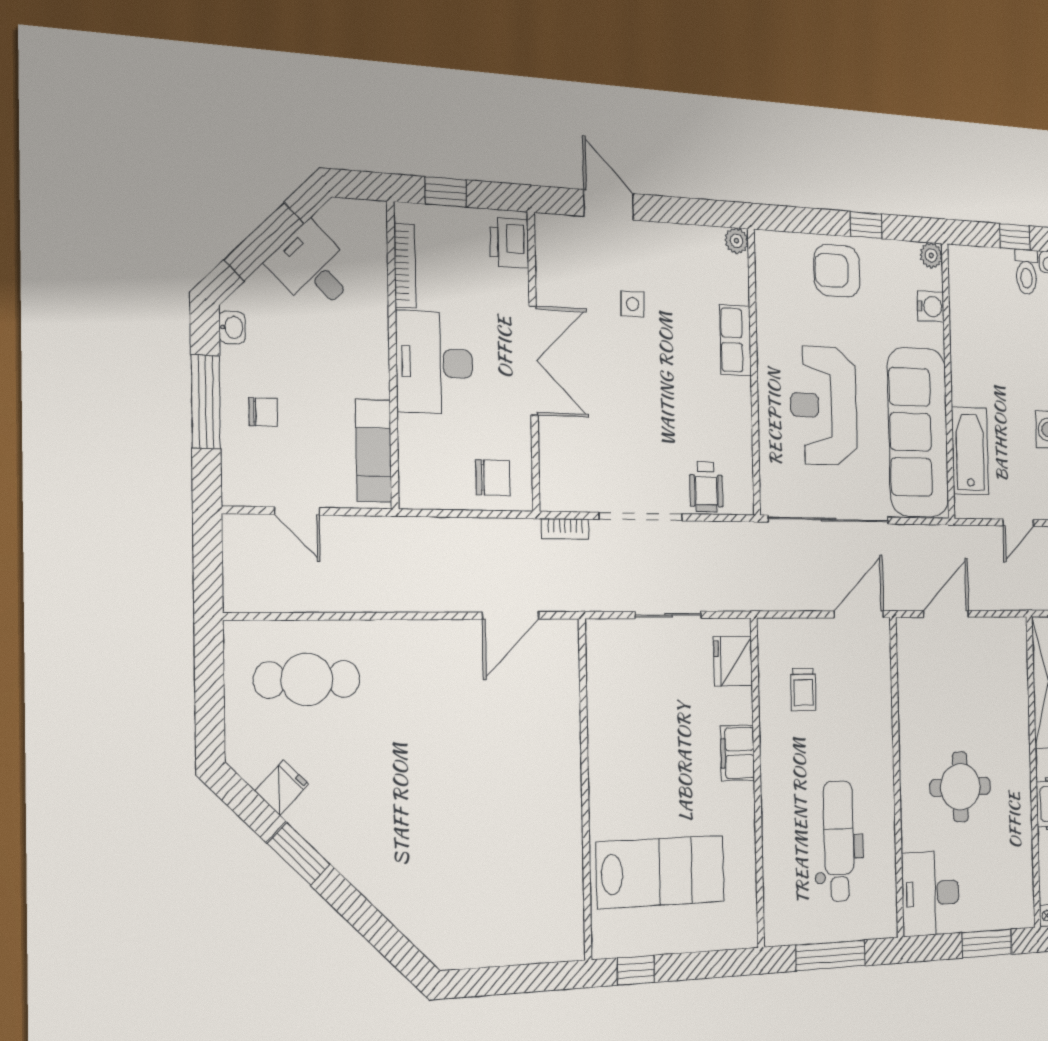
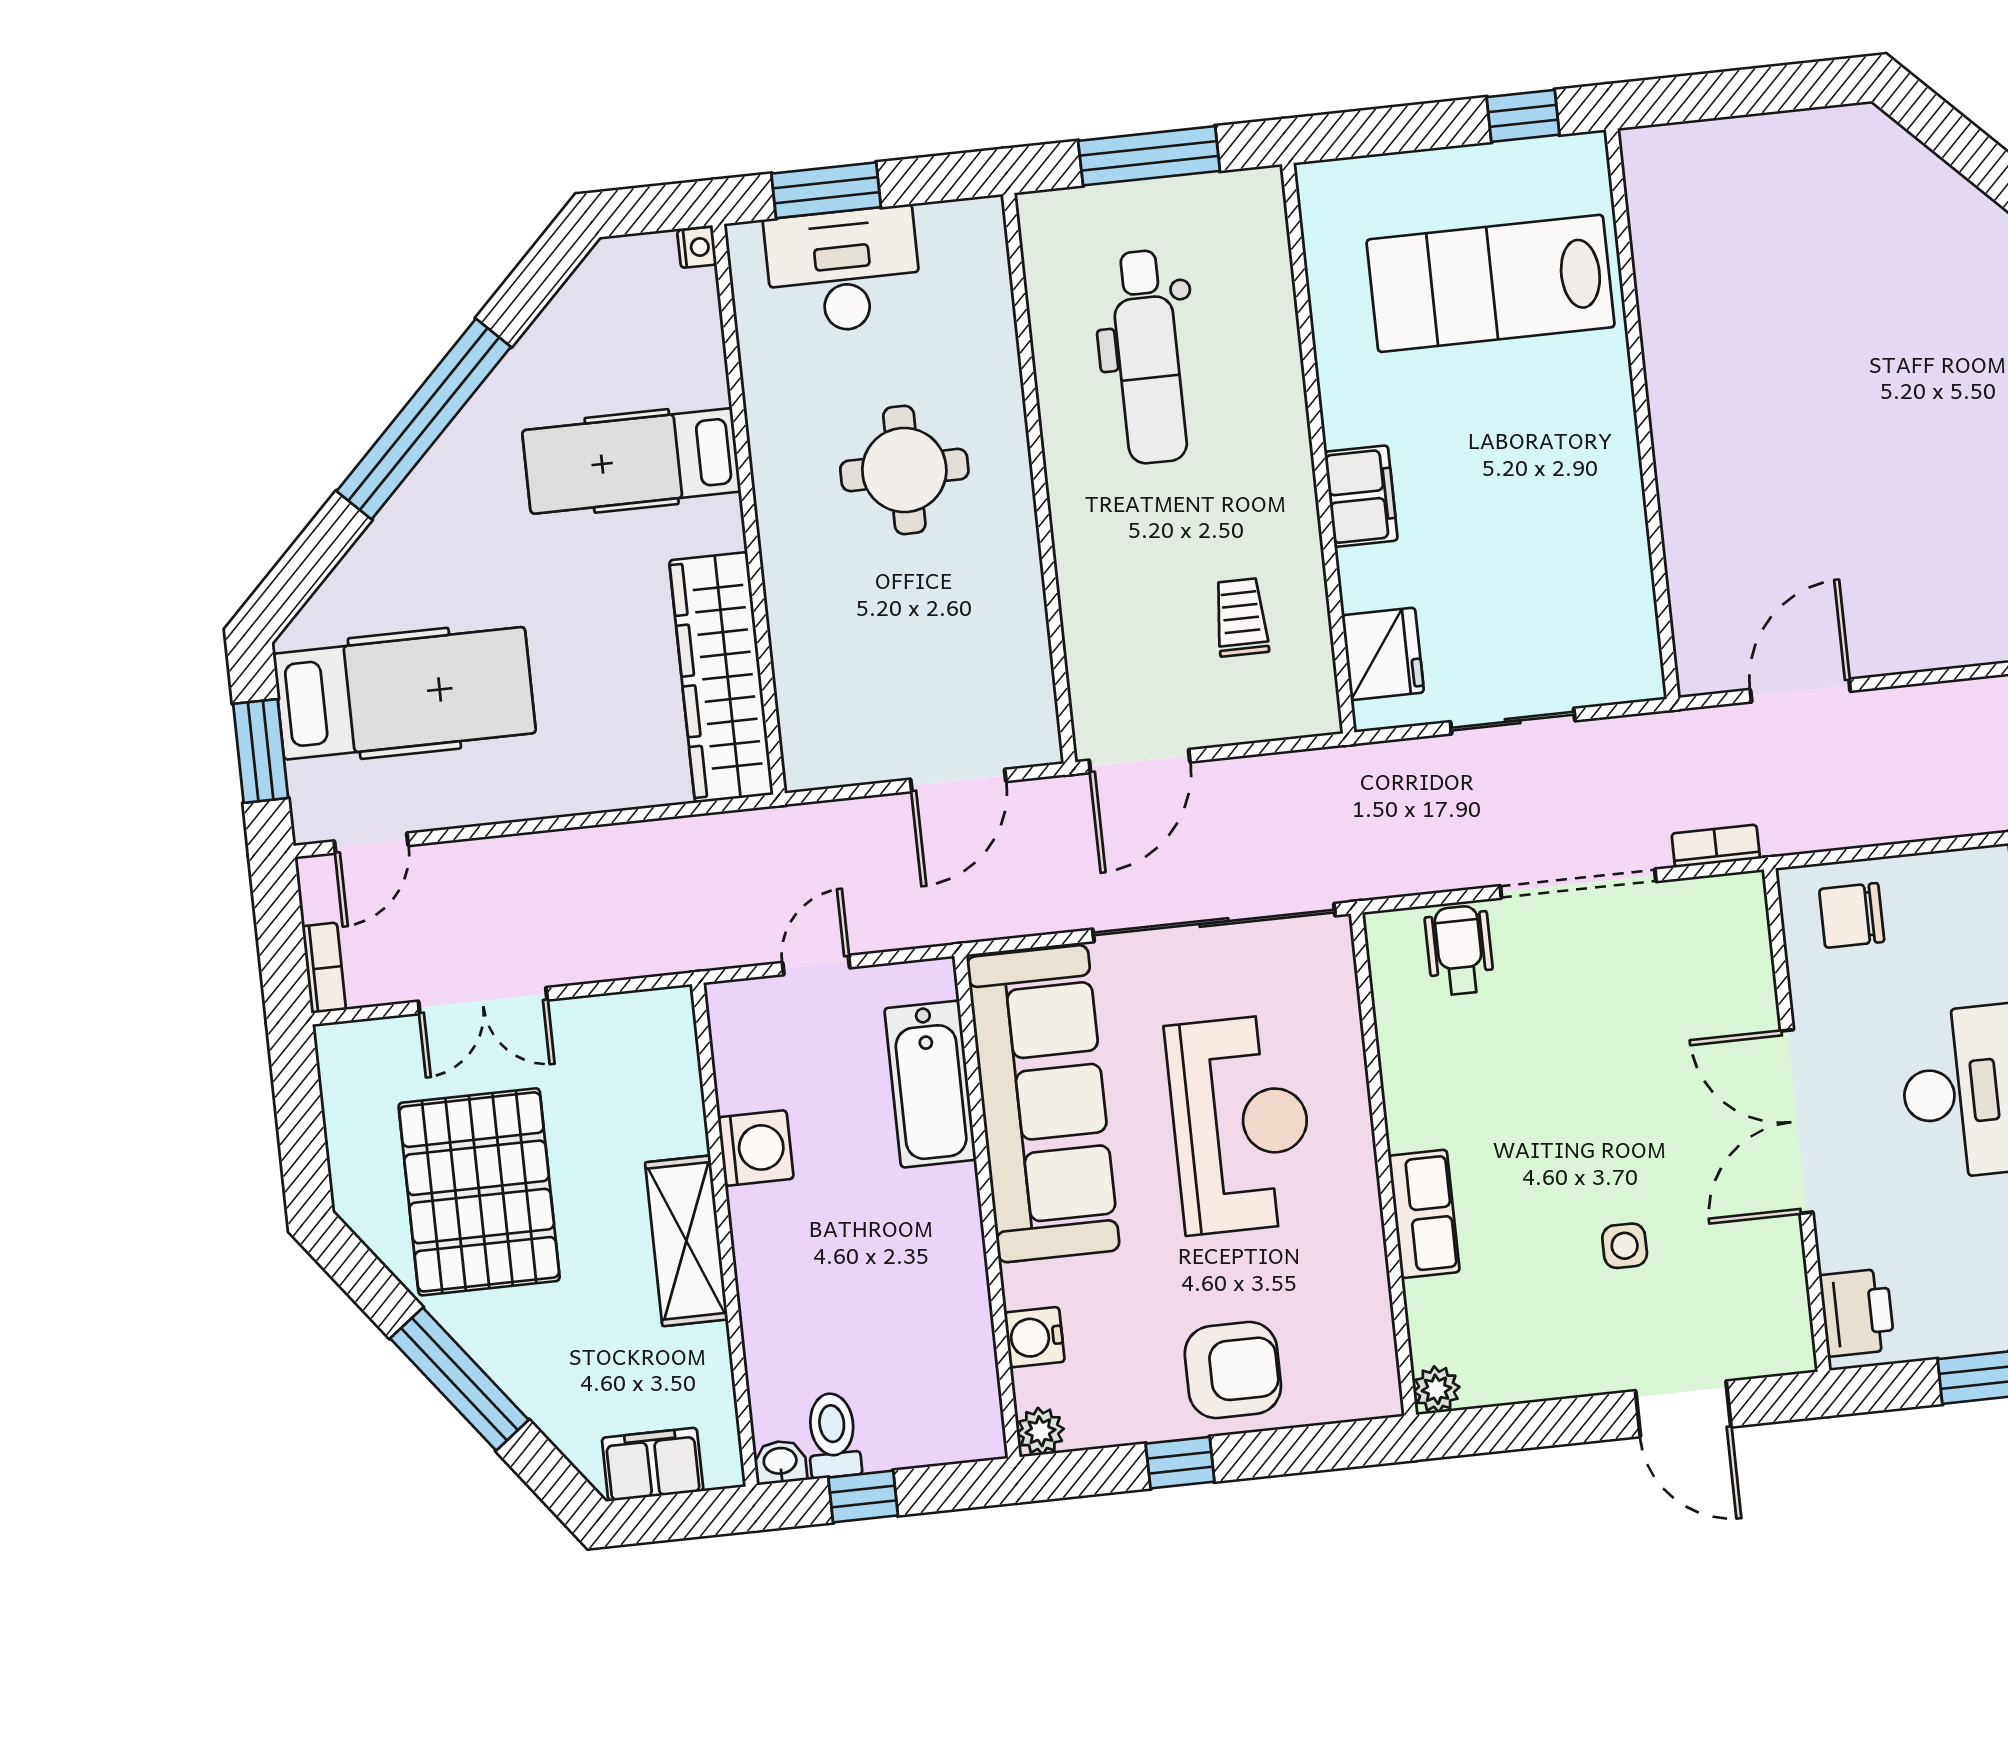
desk: (931, 893) -> (843, 270), moved, turned -90

